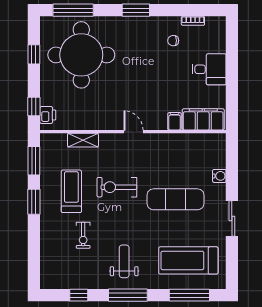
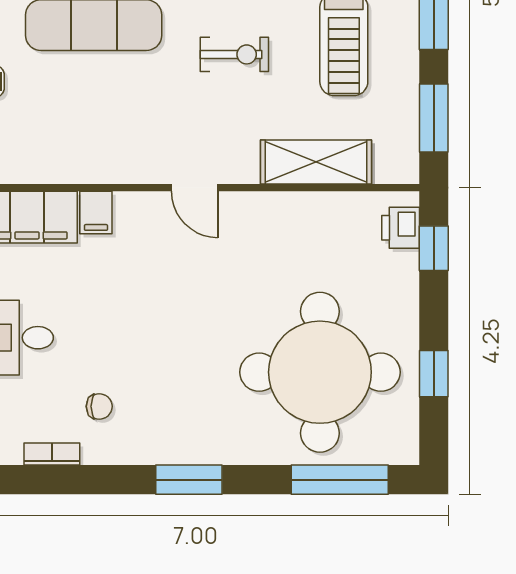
shelving: (83, 140) -> (316, 162), width x1.50, depth x1.33
exercise bike: (117, 187) -> (234, 54), width x0.73, depth x0.72

